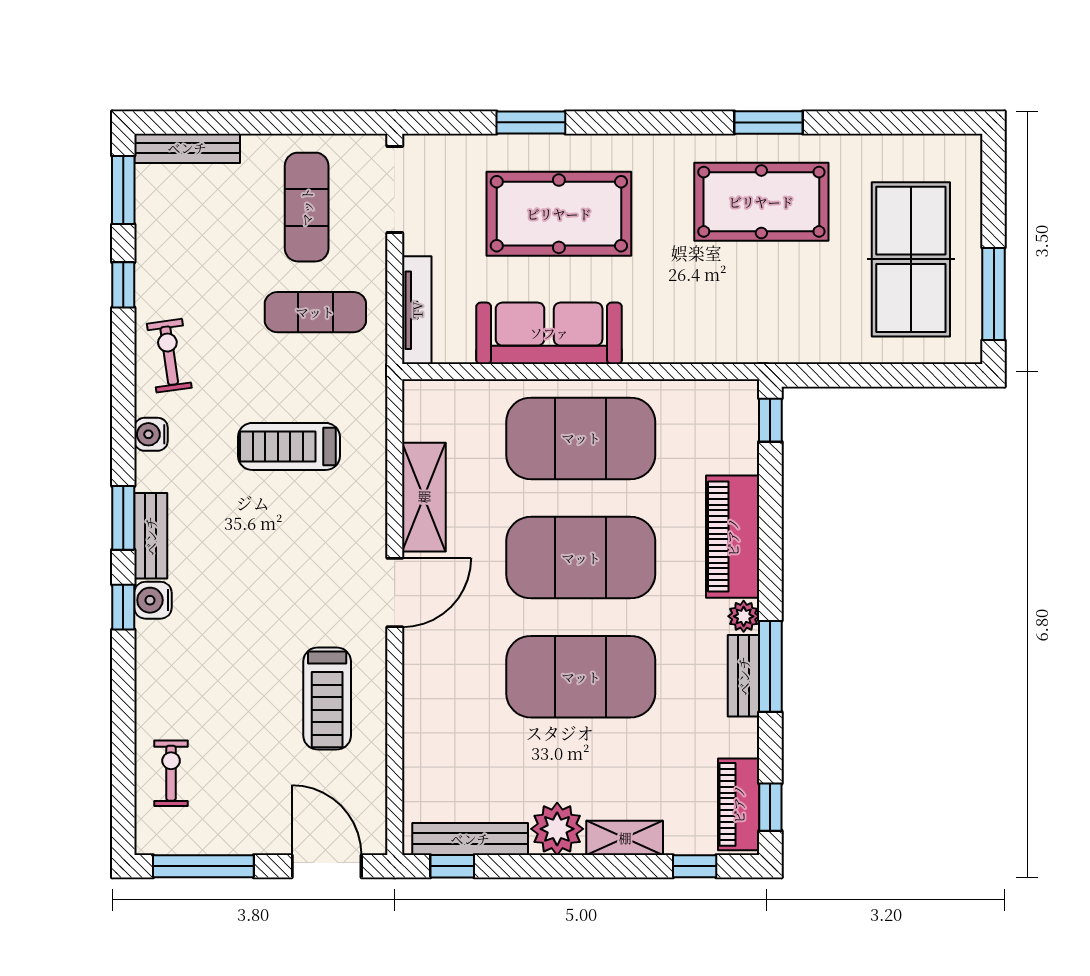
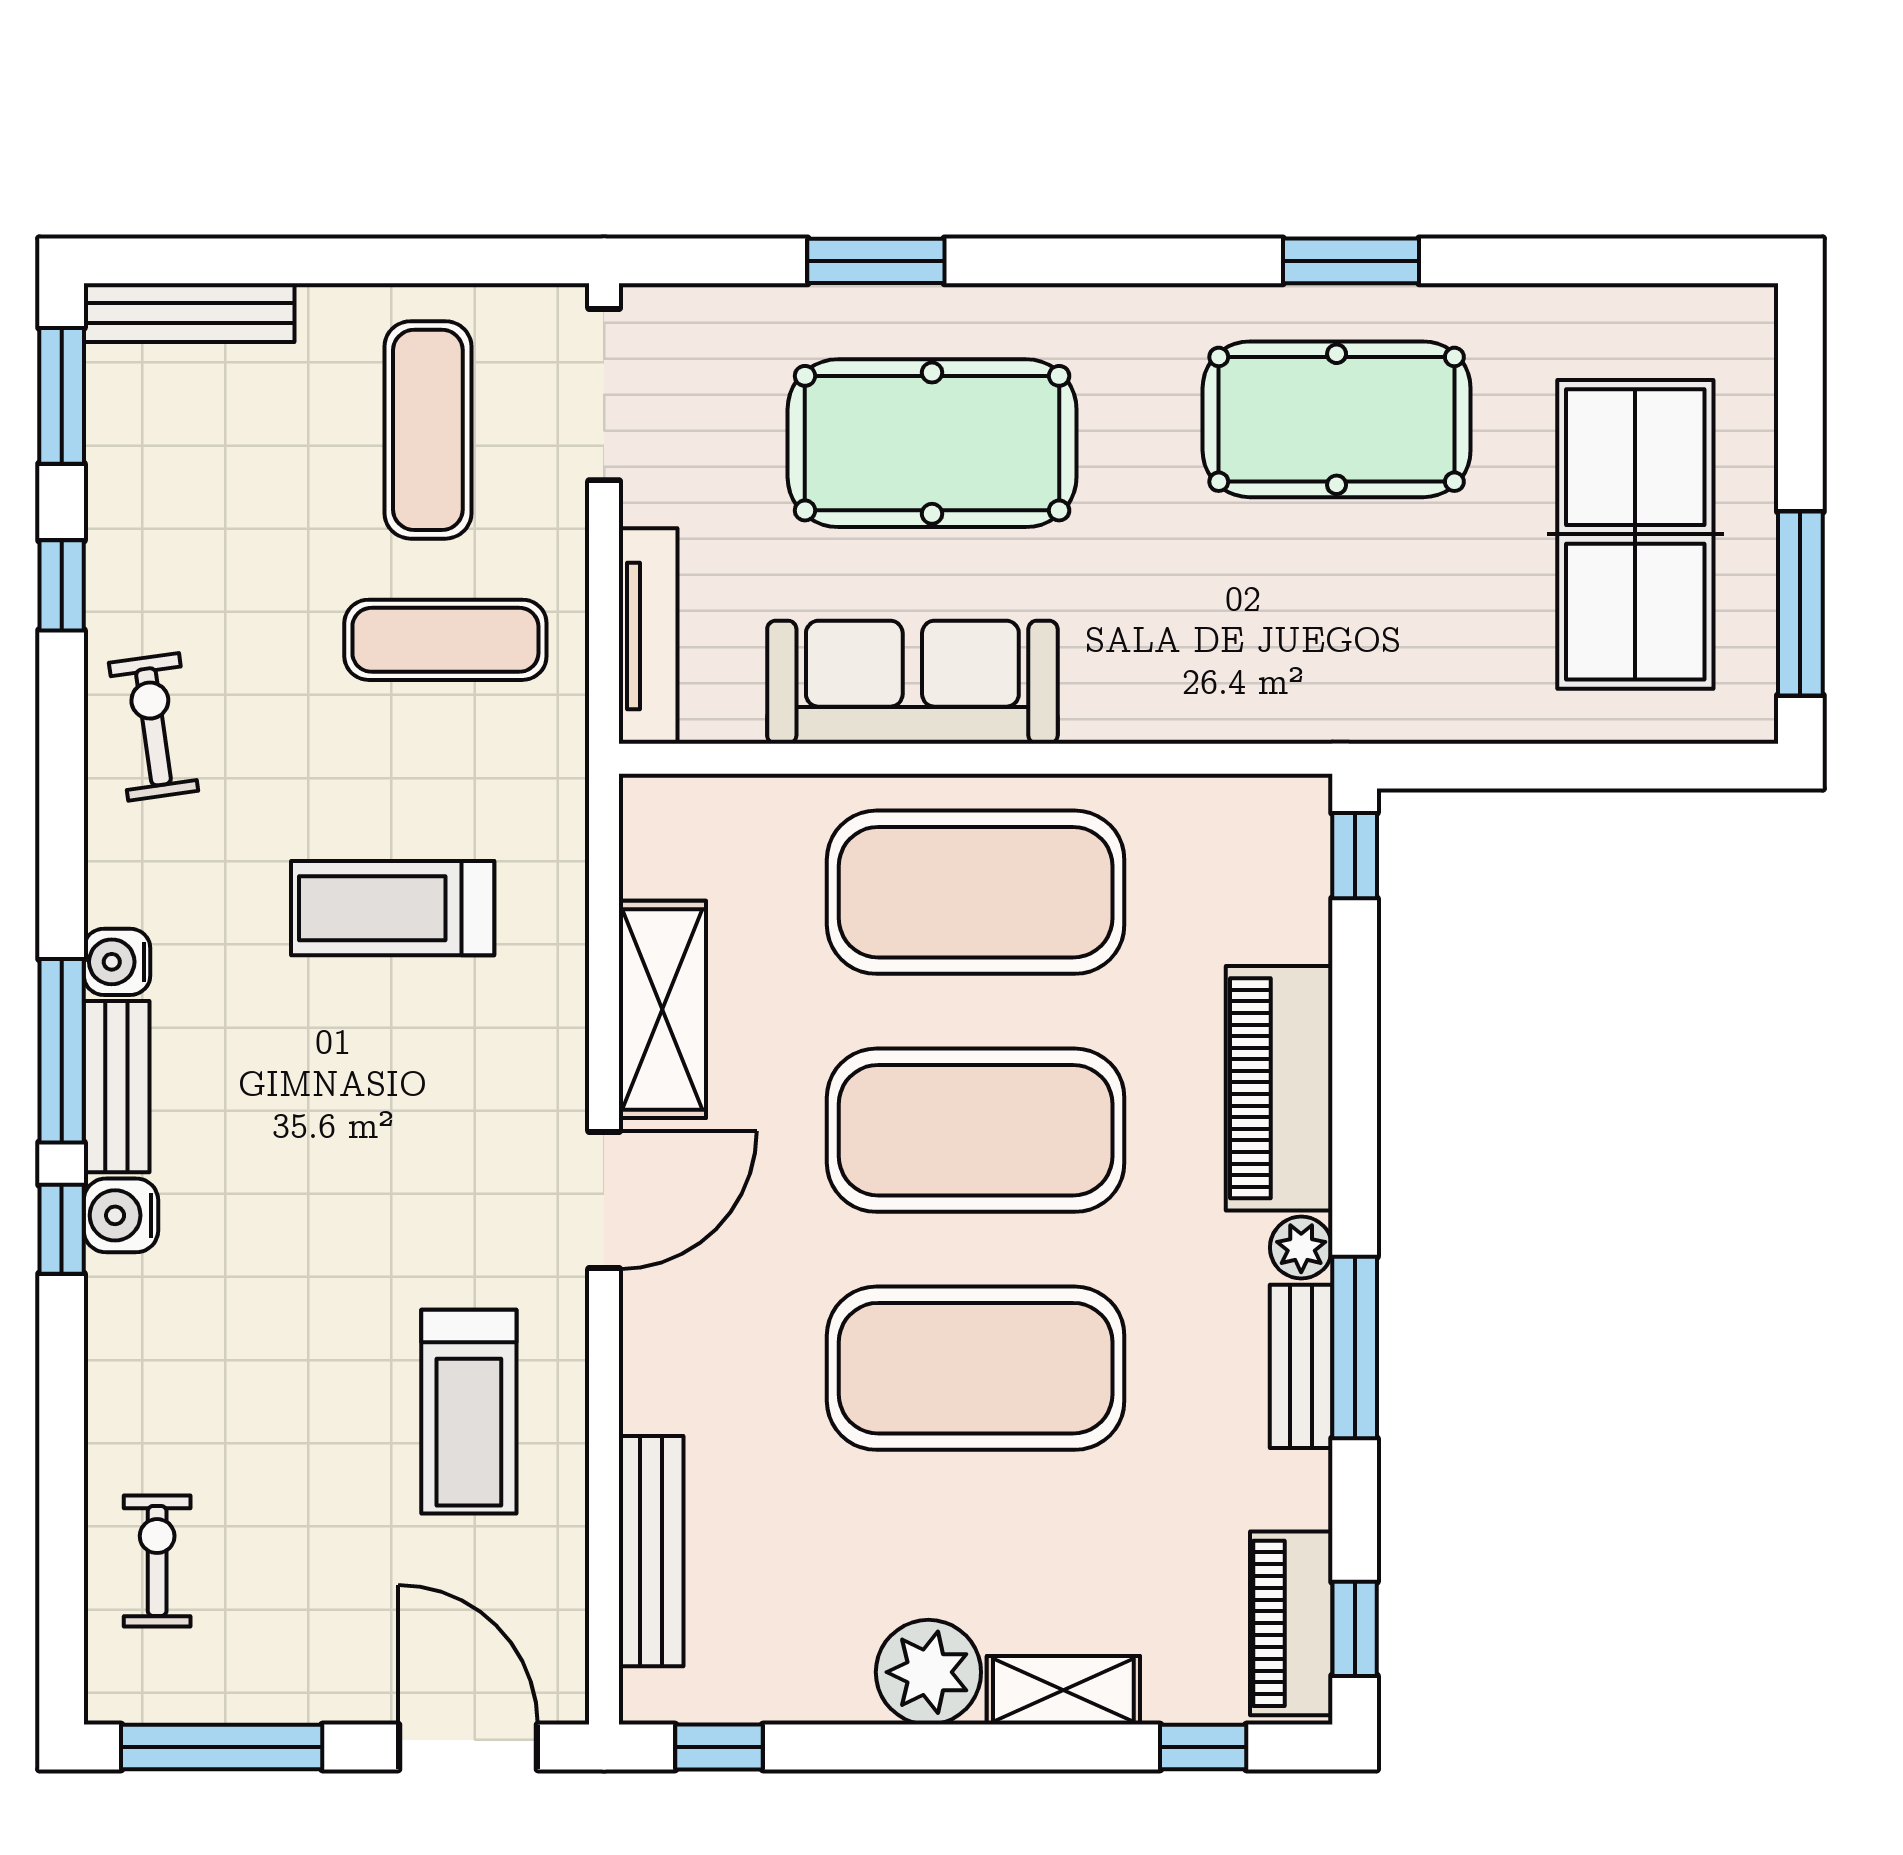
water cooler: (151, 434) -> (117, 962), moved
window: (123, 518) -> (62, 1051), width x1.44
bench: (470, 839) -> (651, 1551), moved, turned 90

